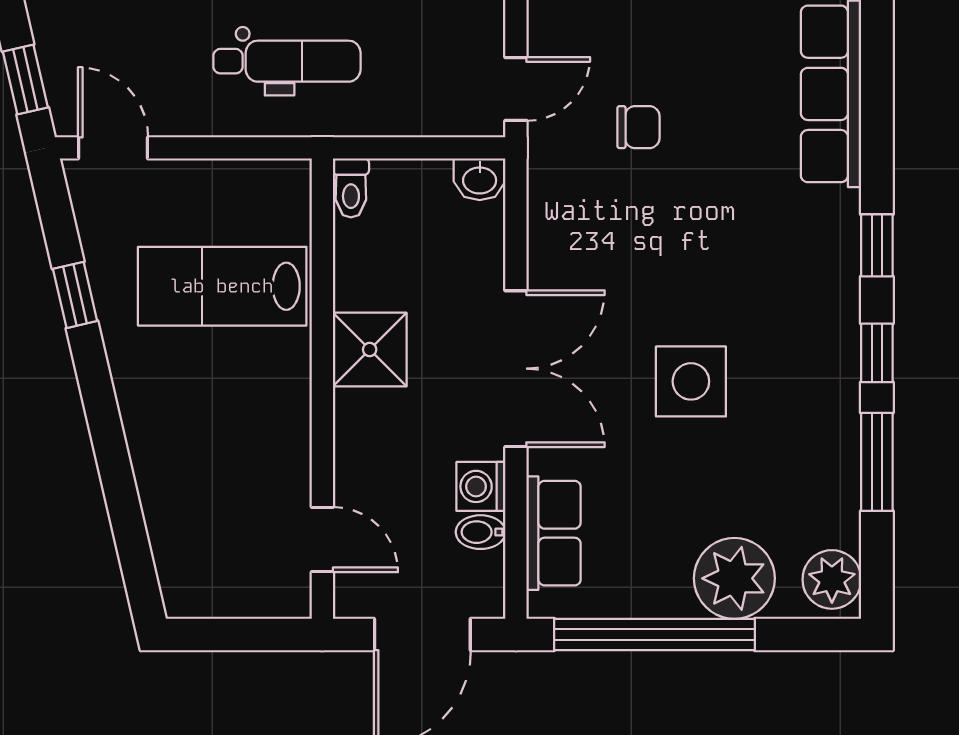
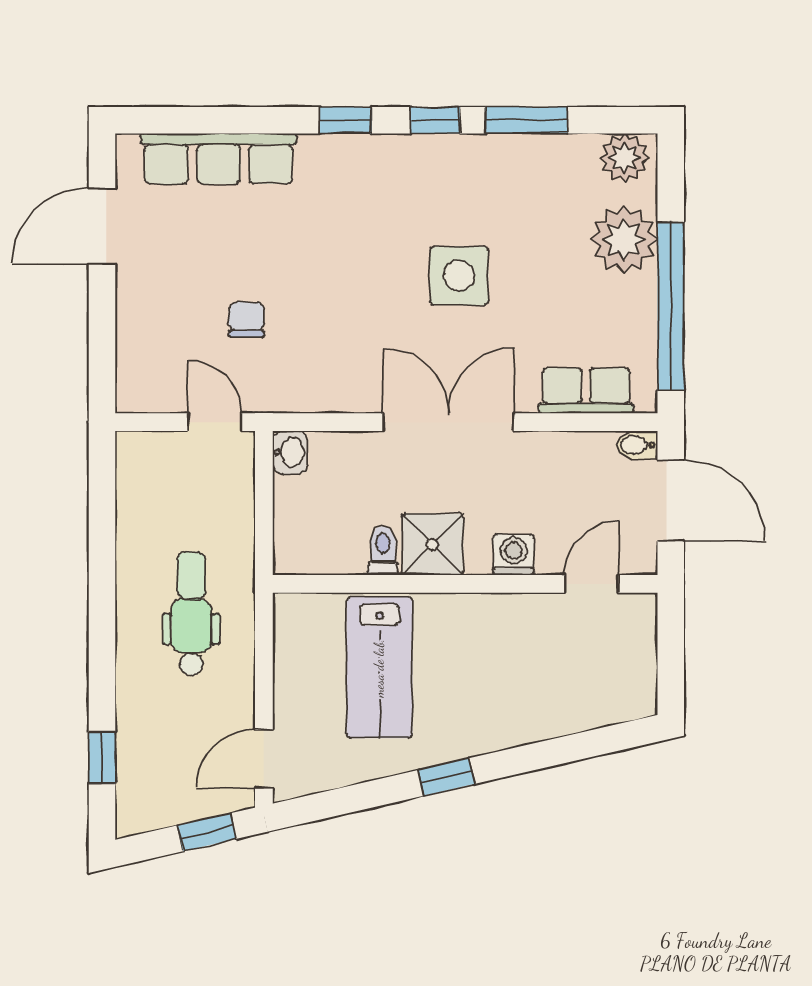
toilet: (351, 188) -> (383, 550), moved, turned -90
window: (75, 295) -> (447, 777), moved
washing machine: (481, 486) -> (514, 555), moved, turned 180
bidet: (481, 532) -> (637, 445), moved, turned 90

